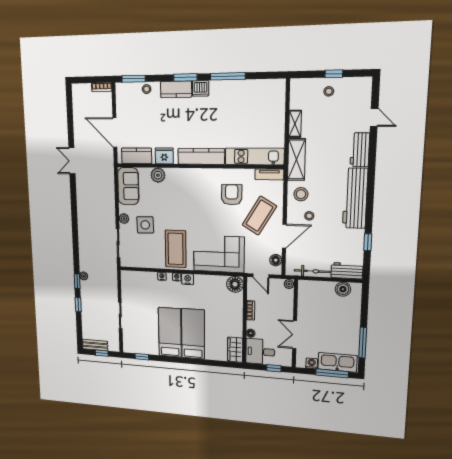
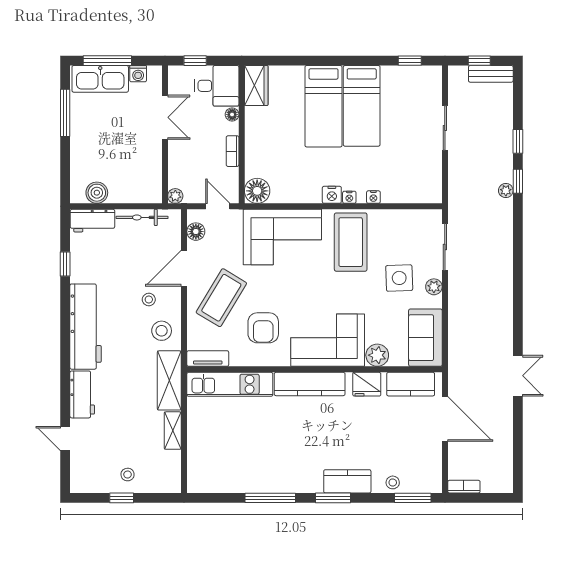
dishwasher: (201, 88) -> (310, 482), removed
corner sofa: (190, 186) -> (328, 340), added

